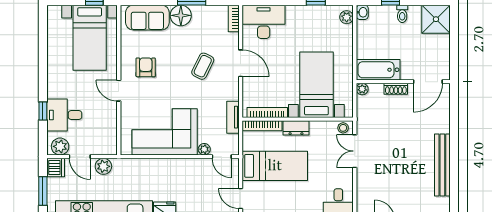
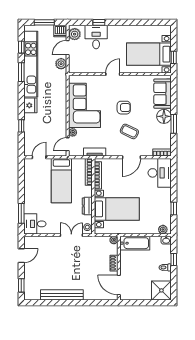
armchair: (146, 67) -> (124, 108), moved
bathtub: (378, 70) -> (135, 243), moved, turned 90
dresser: (296, 128) -> (87, 206), moved

